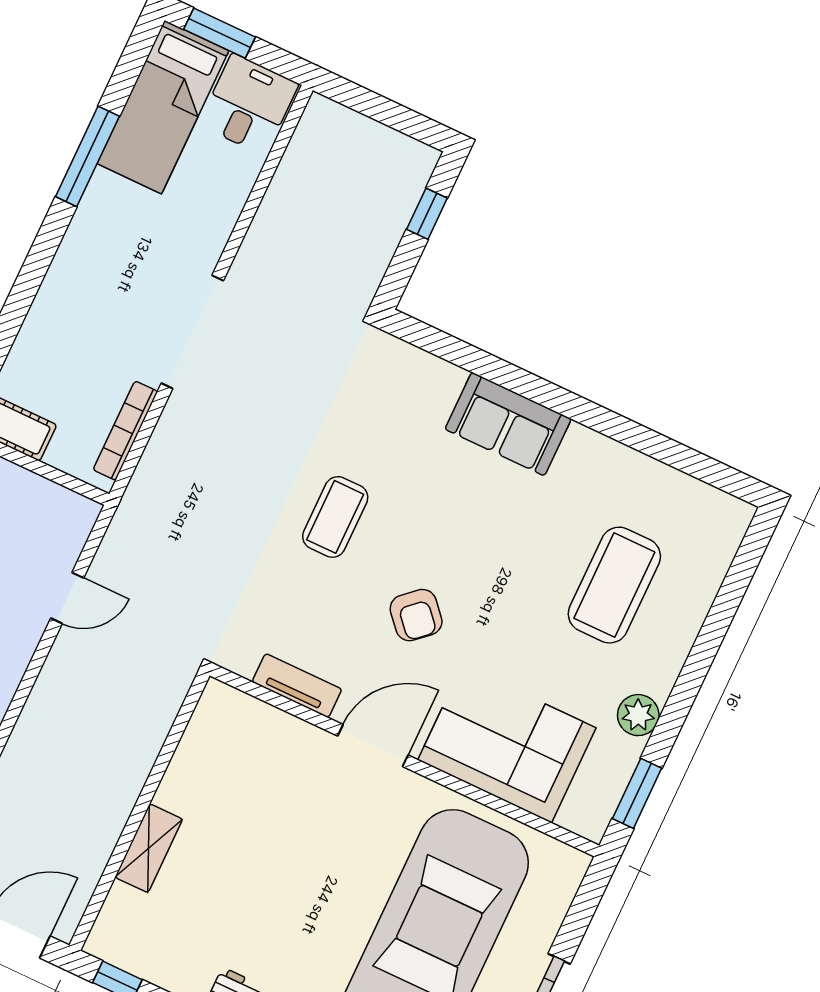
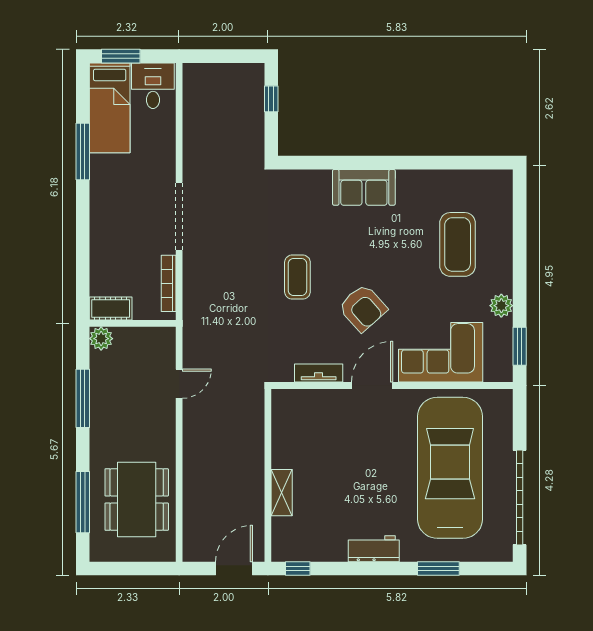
armchair: (416, 615) -> (363, 308), width x1.38, depth x1.38

